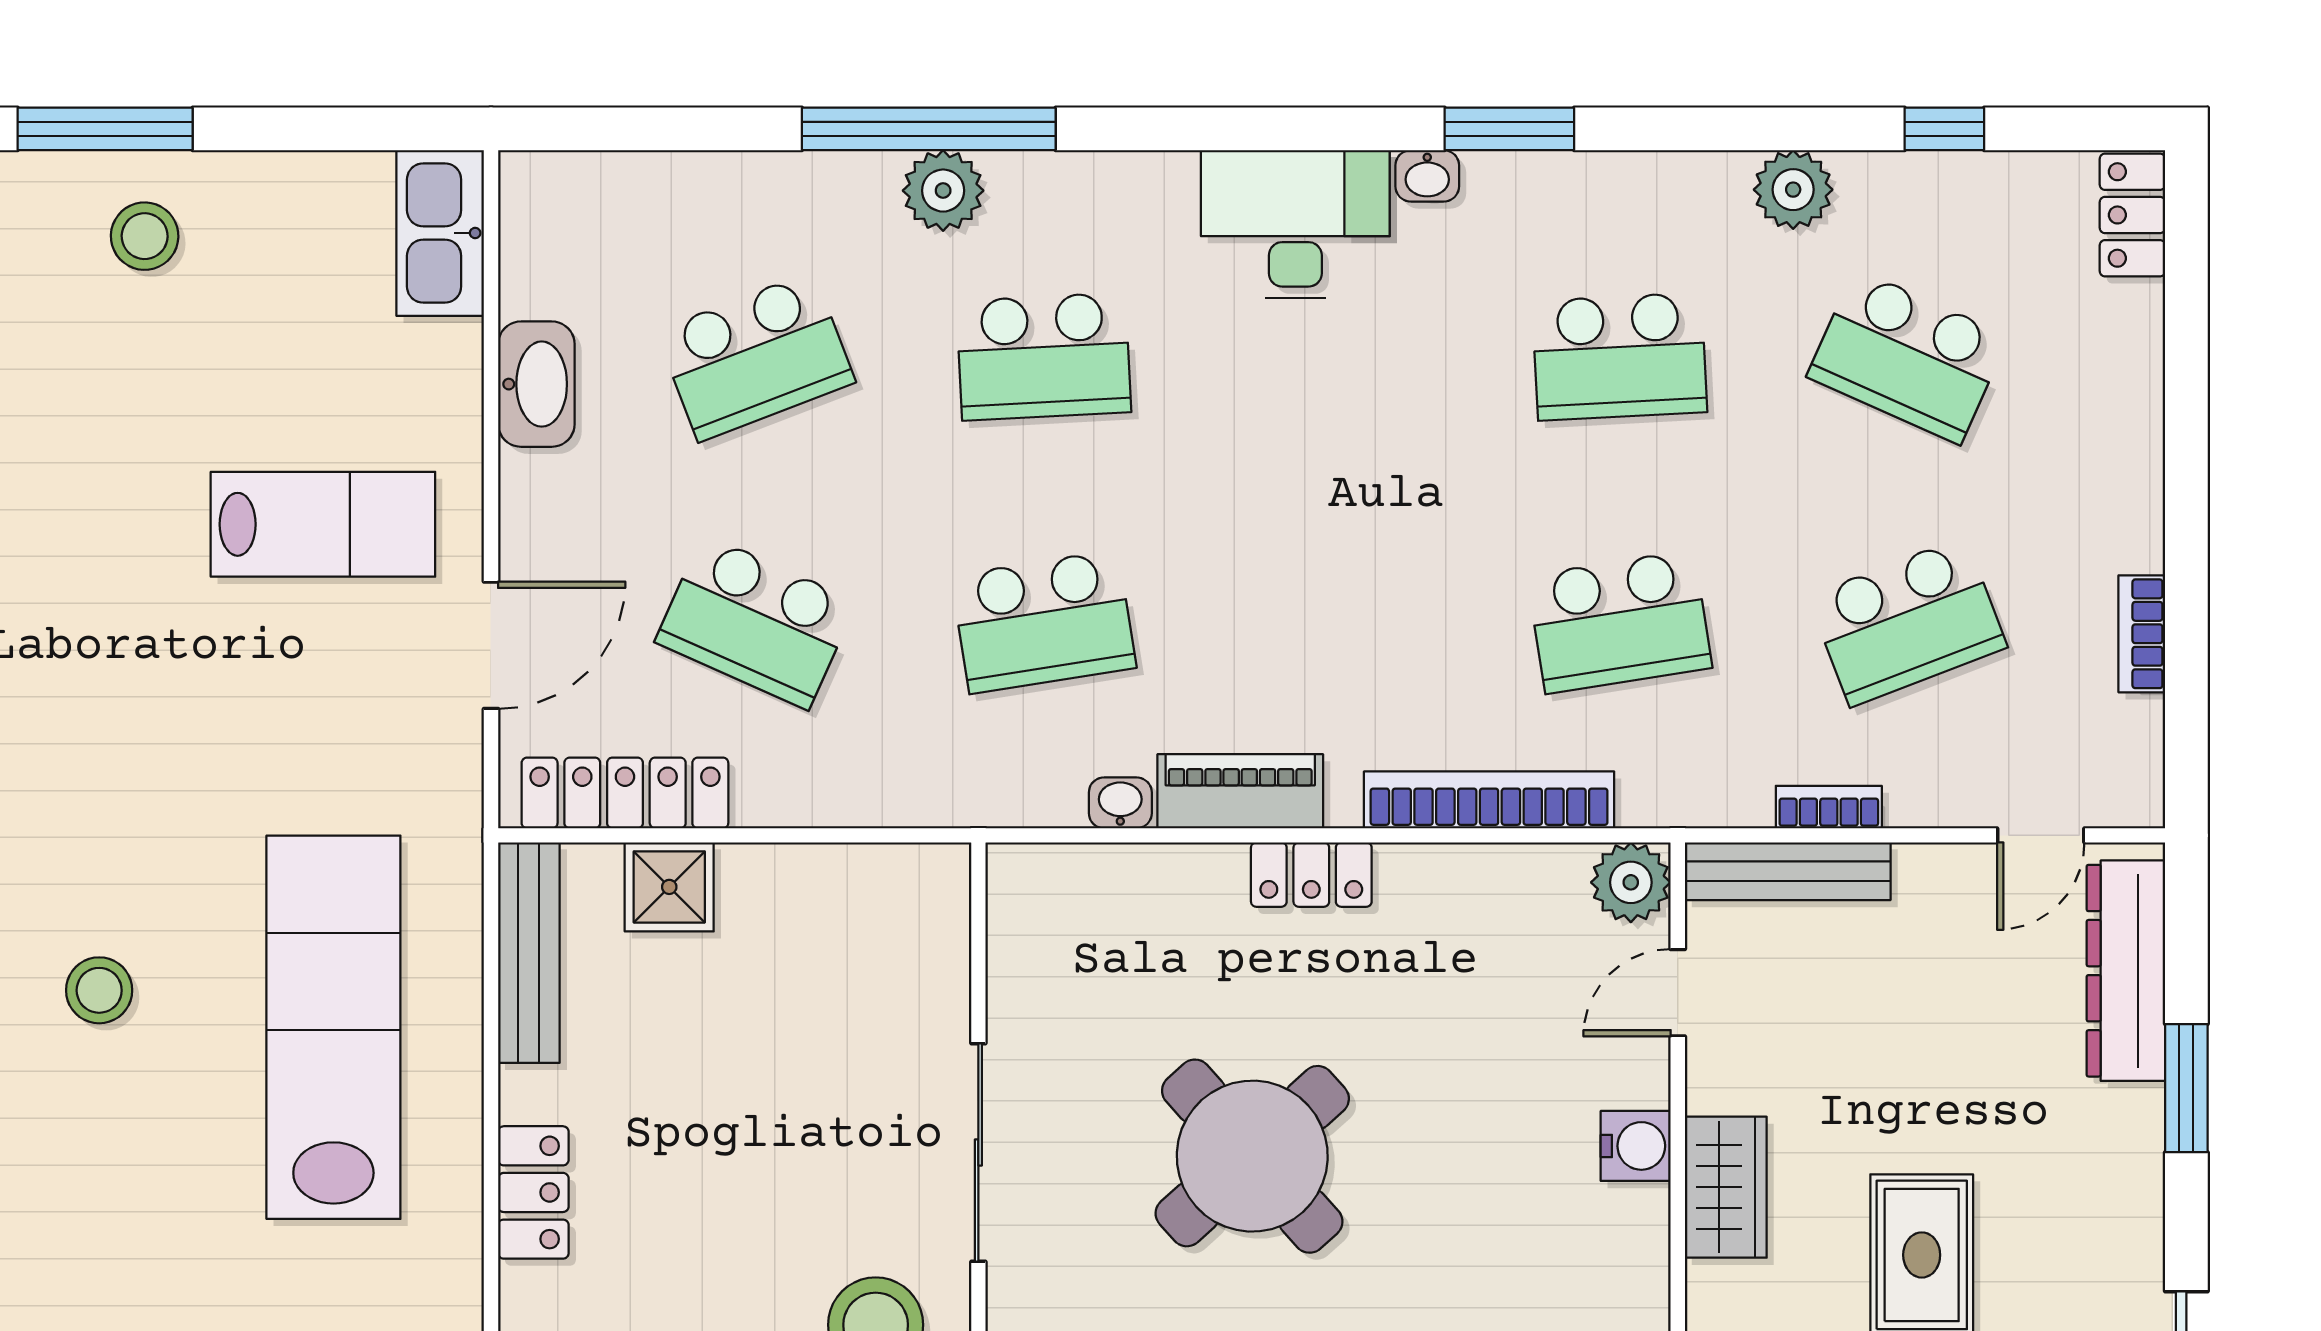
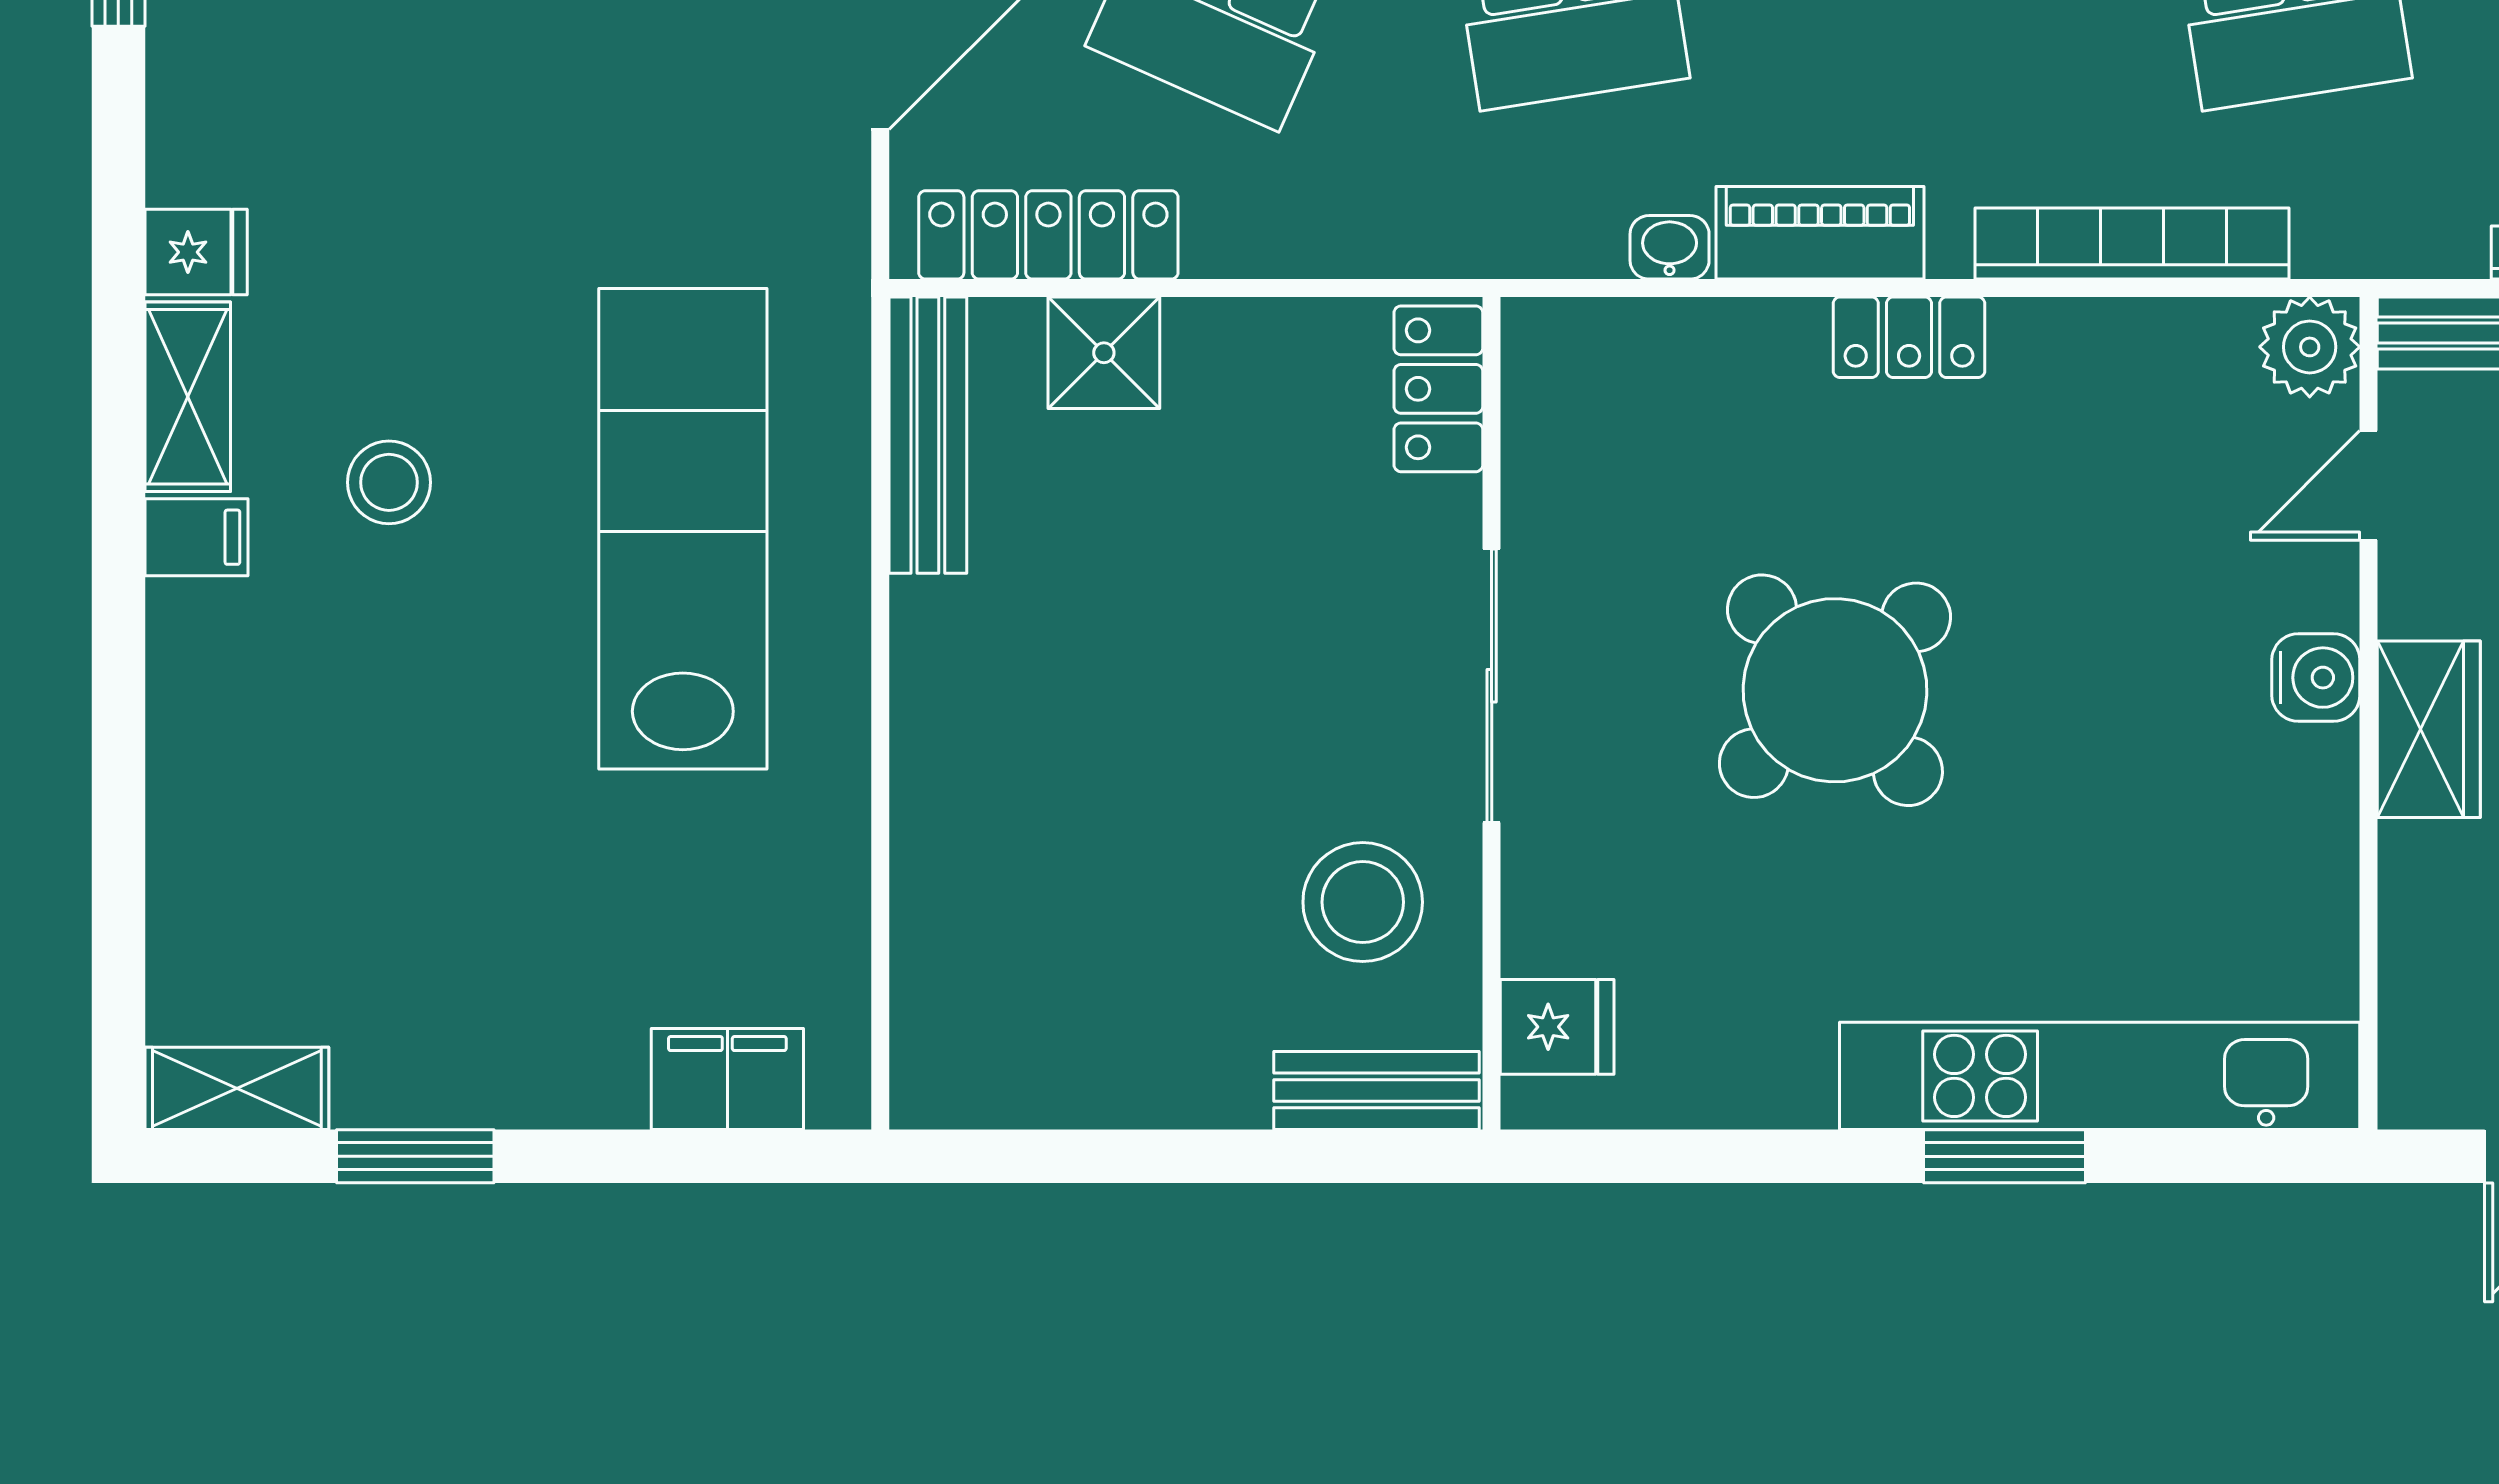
locker: (533, 1192) -> (1438, 389), moved, turned 180

